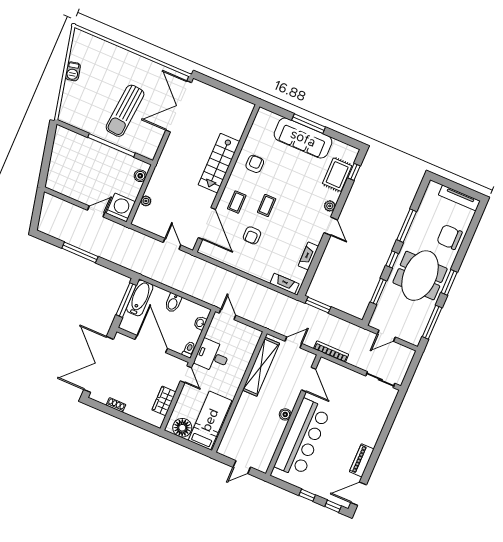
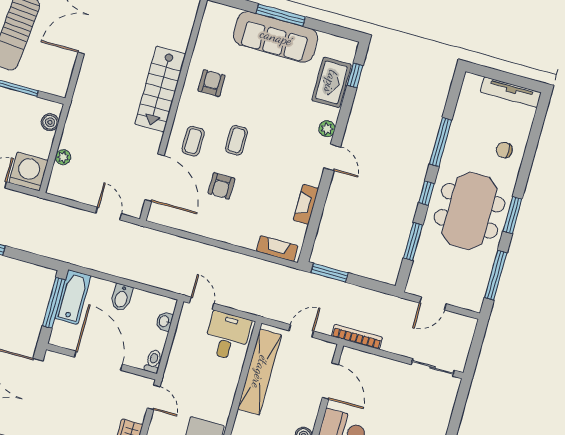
chair: (450, 237) -> (504, 150), width x0.54, depth x0.54
desk: (212, 356) -> (227, 336), moved, turned 90

